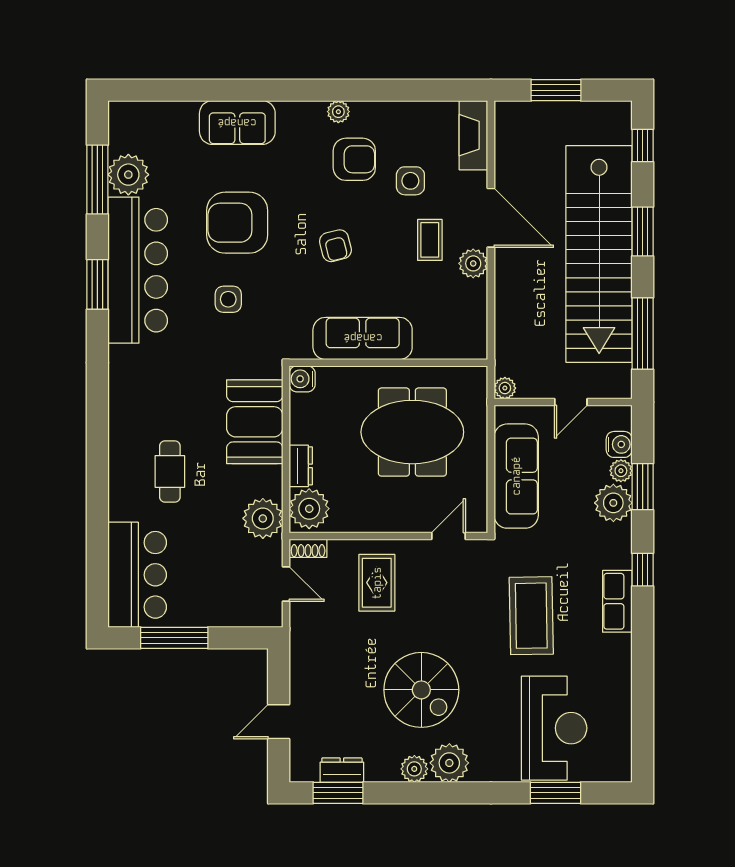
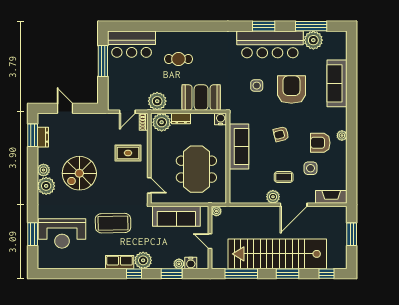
sofa: (237, 123) -> (337, 83), width x1.36
armchair: (354, 159) -> (320, 143), turned 90
plant: (613, 503) -> (143, 260), moved

